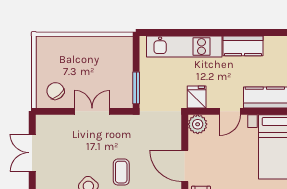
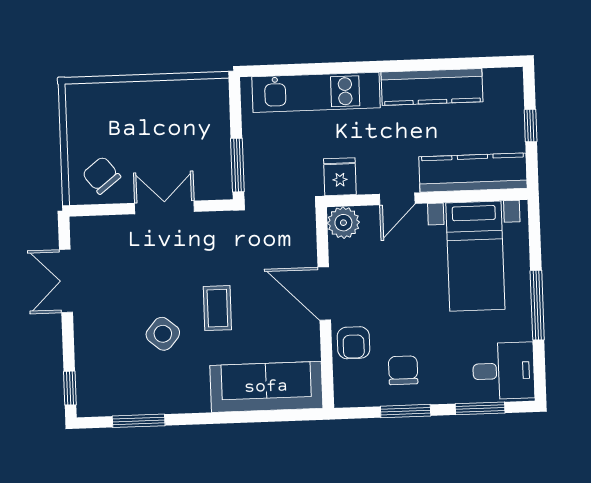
kitchen counter: (243, 46) -> (432, 87), width x1.50

